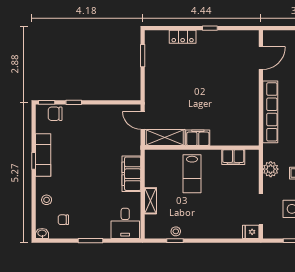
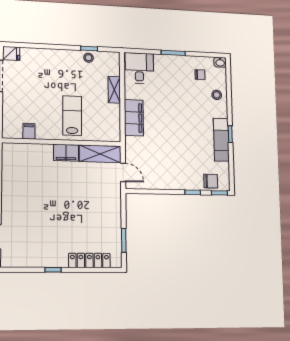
locker: (183, 37) -> (89, 260), width x1.53
filing cabinet: (233, 157) -> (29, 131), width x0.50

